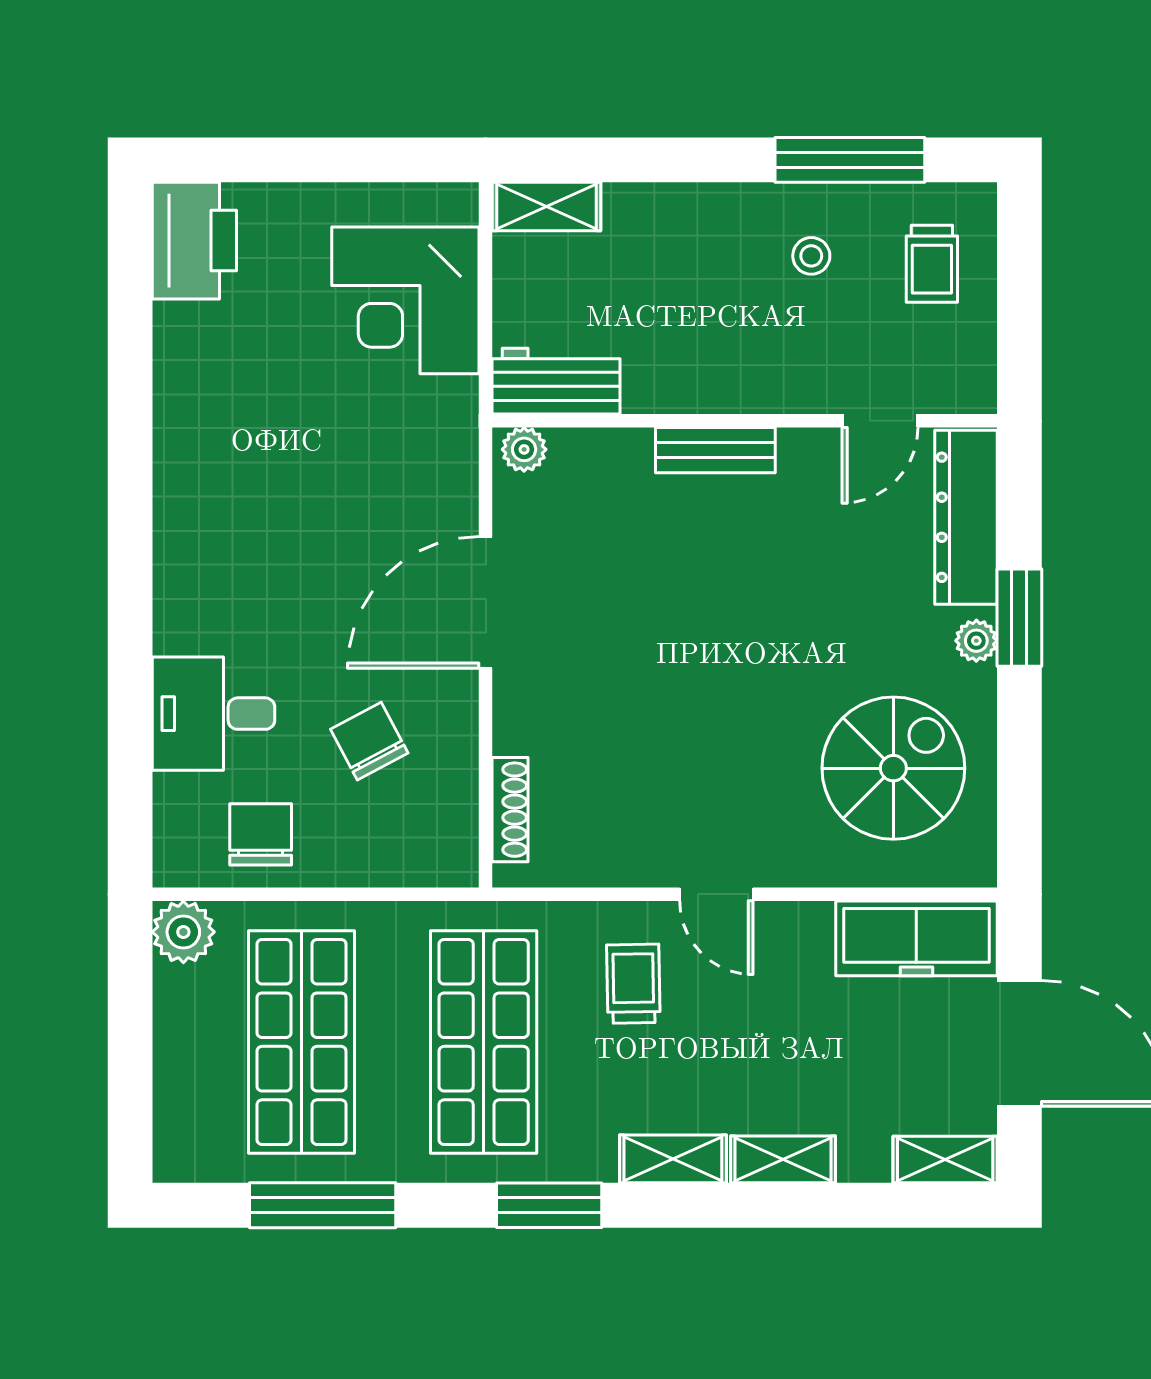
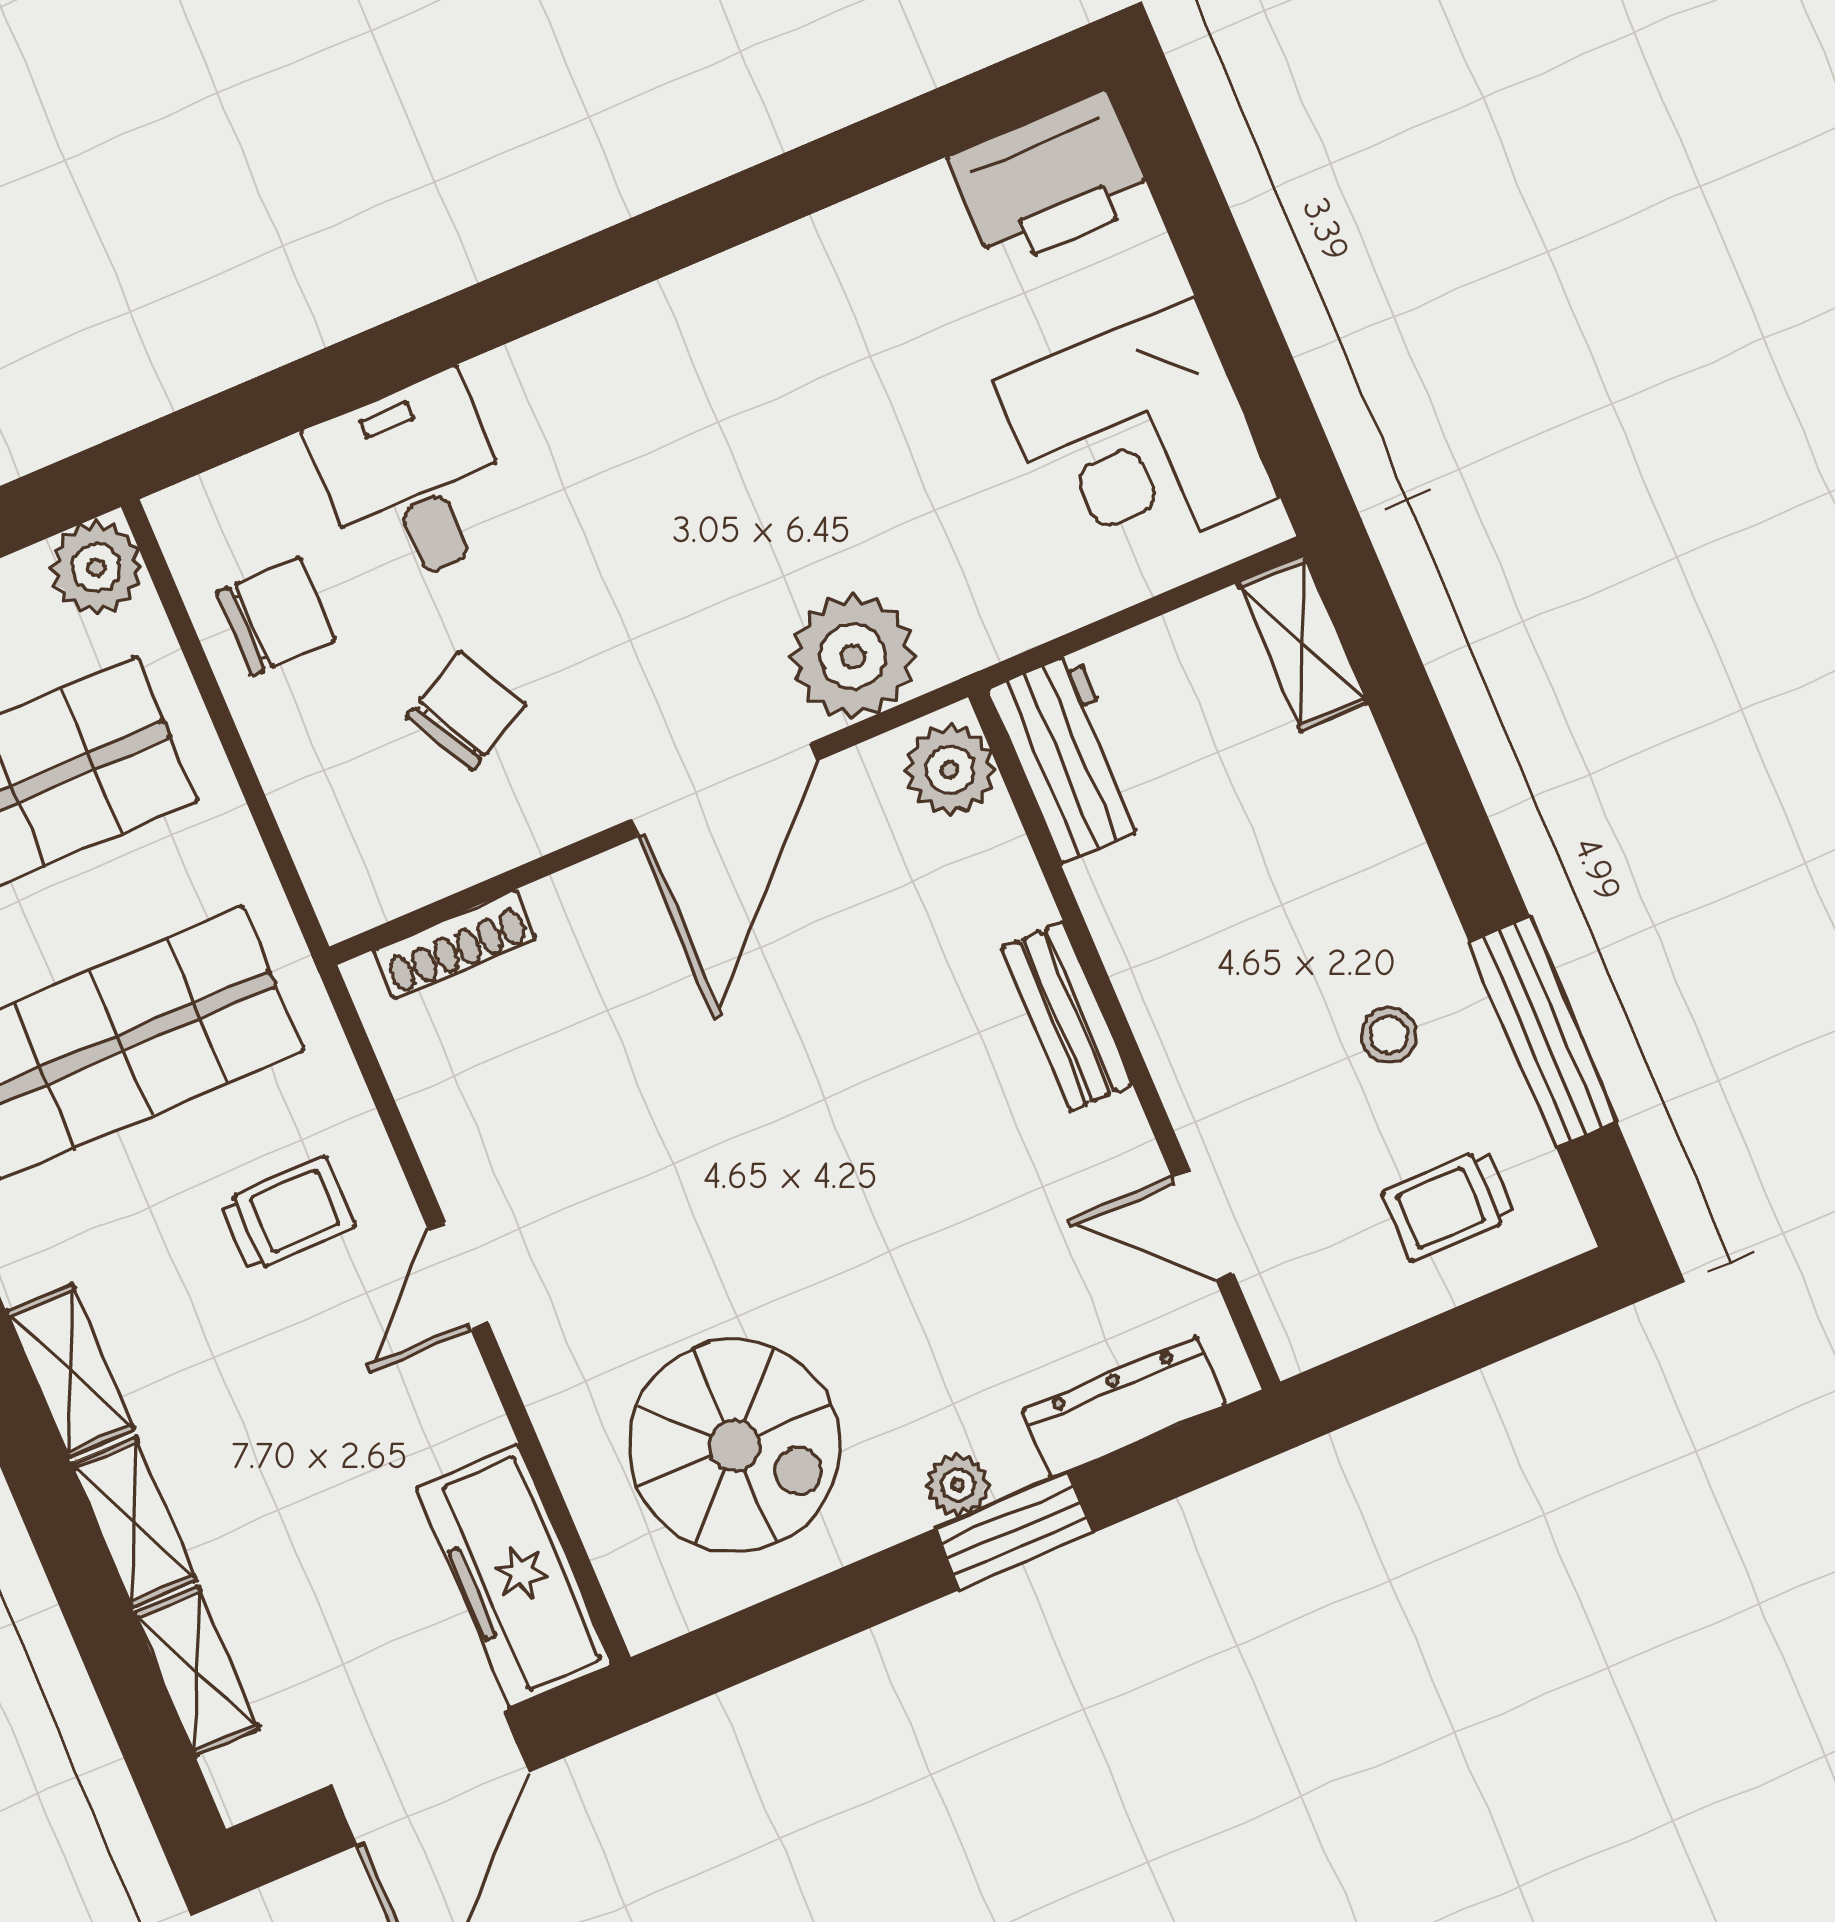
corner desk: (405, 300) -> (1137, 439), moved, turned -90
plant: (524, 449) -> (950, 770), width x1.38, depth x1.38
plant: (437, 488) -> (853, 656), added
dresser: (966, 517) -> (1124, 1407), width x0.73, depth x0.80
door: (486, 602) -> (724, 790), swing flipped
shelving: (945, 1160) -> (197, 1671), moved

